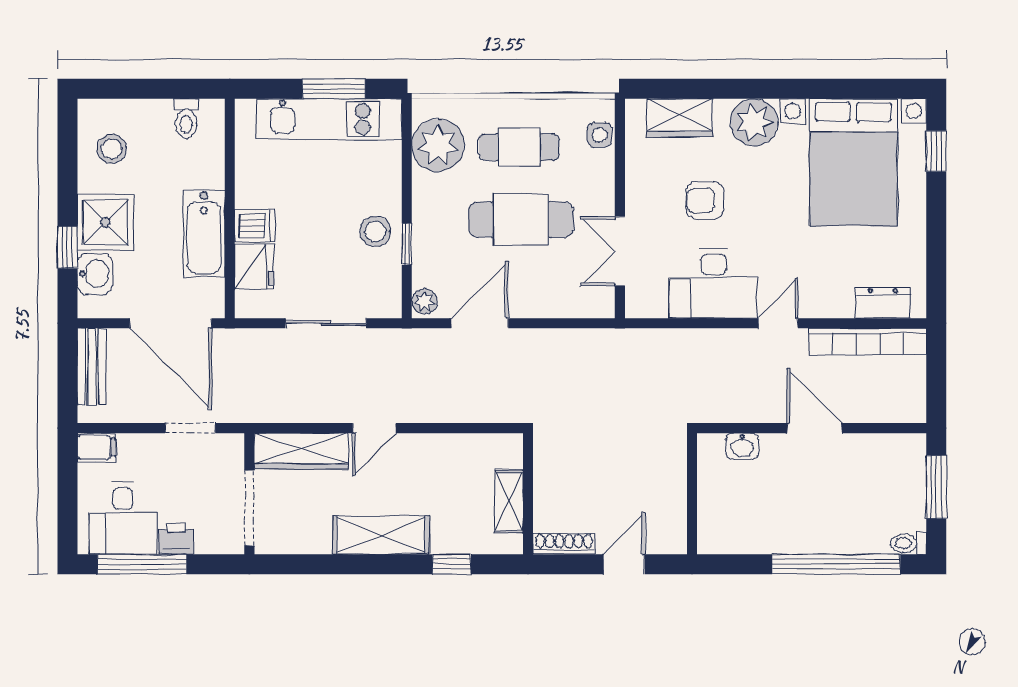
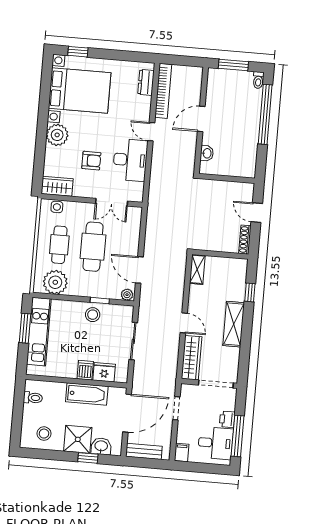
wardrobe: (679, 118) -> (57, 186), moved, turned -90
armchair: (705, 200) -> (91, 161), turned -90
shelving: (509, 502) -> (197, 269), moved, turned 90

